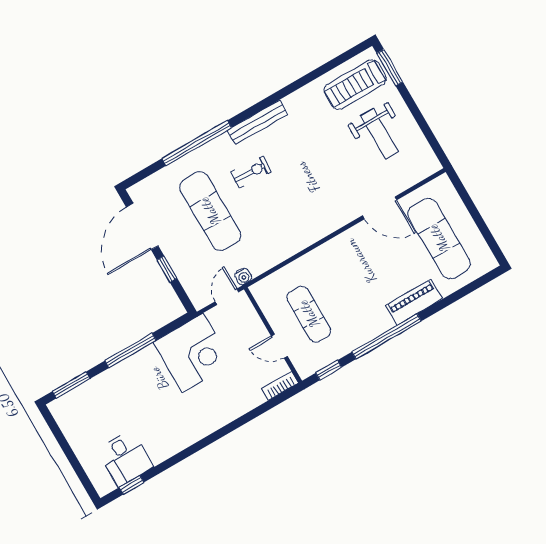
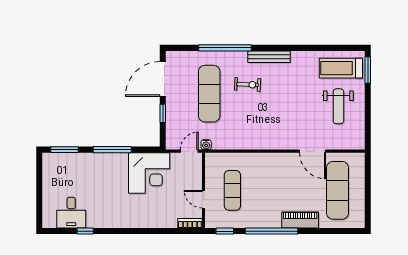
window: (132, 485) -> (85, 231), moved

